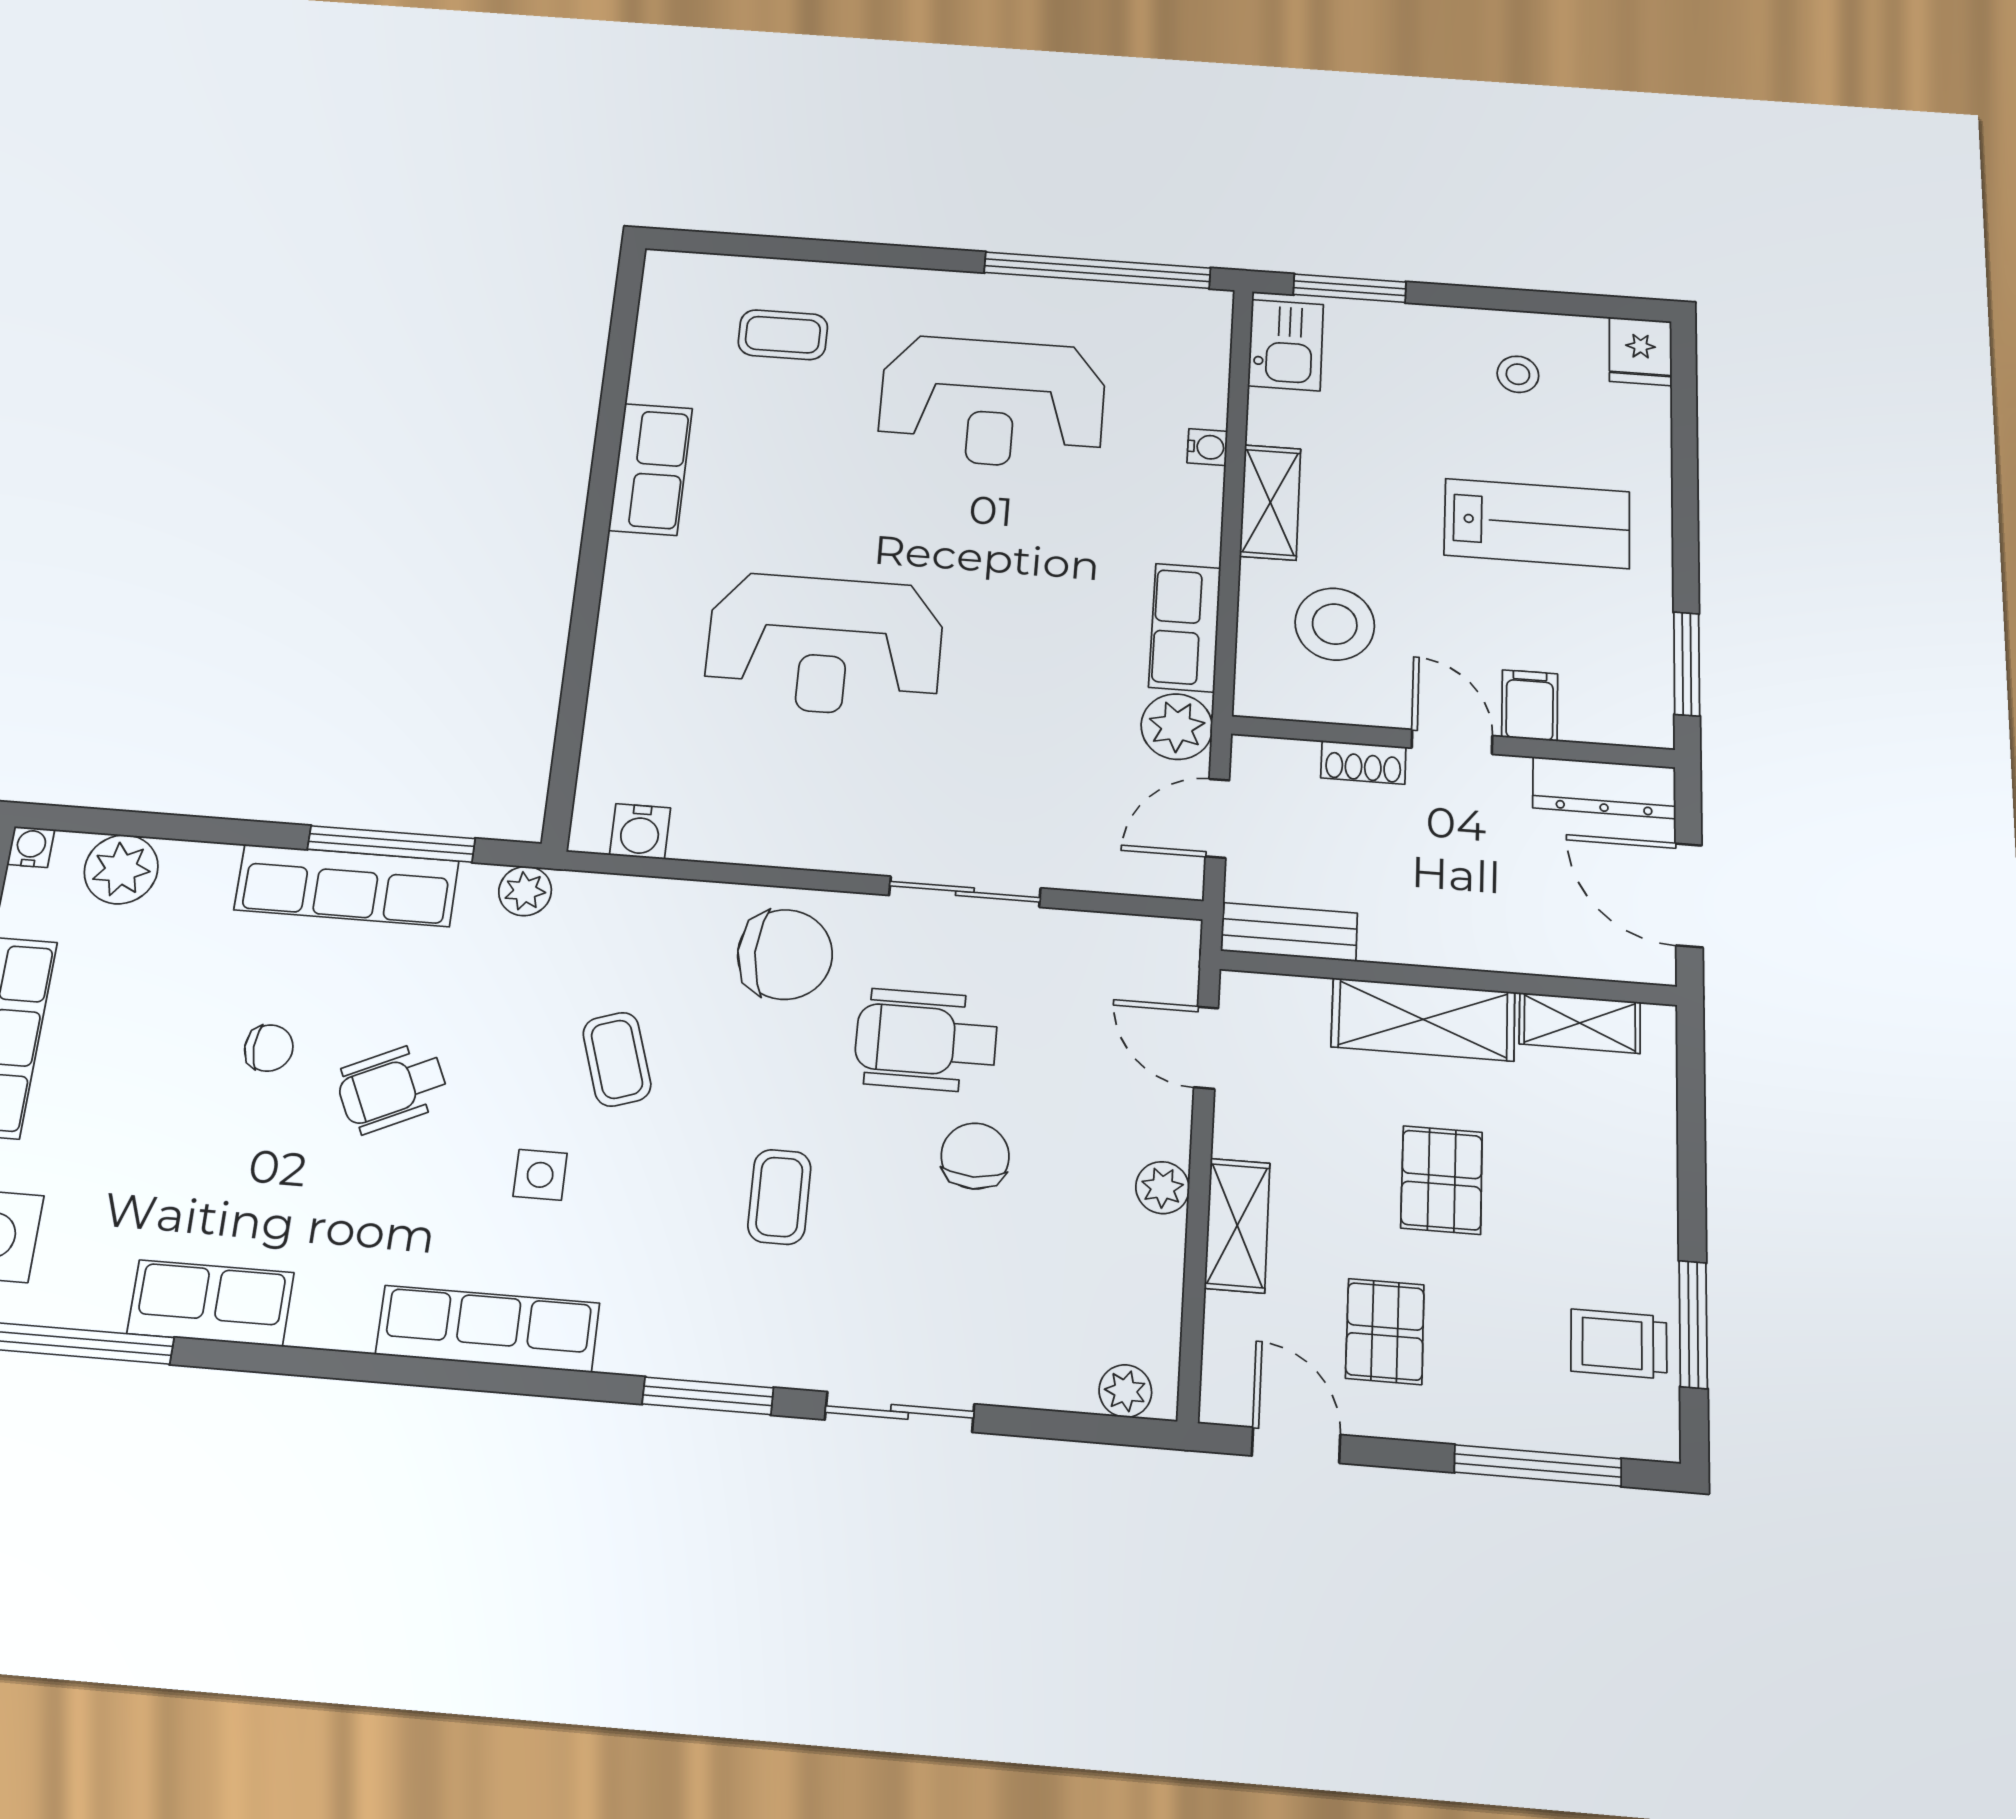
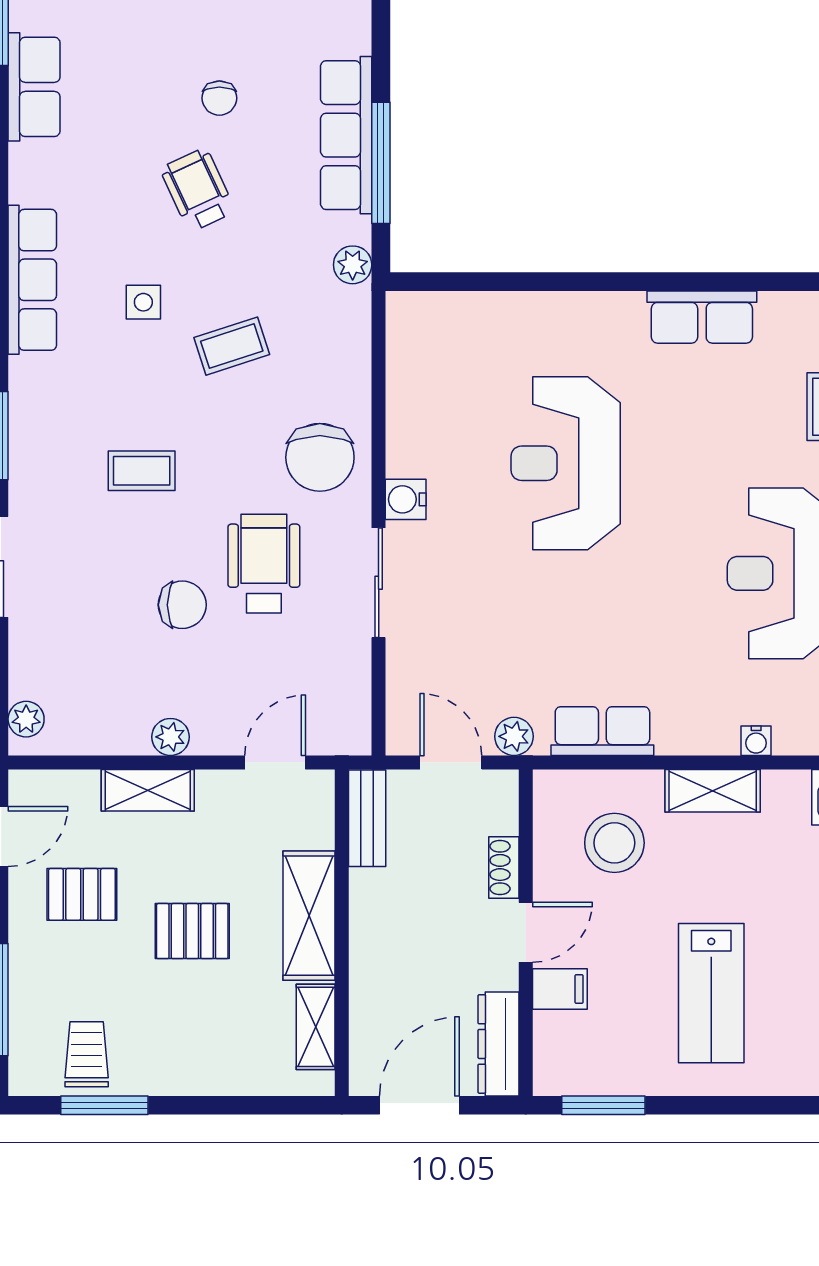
plant: (1177, 727) -> (514, 736), width x0.73, depth x0.73
water cooler: (640, 831) -> (406, 499), moved

